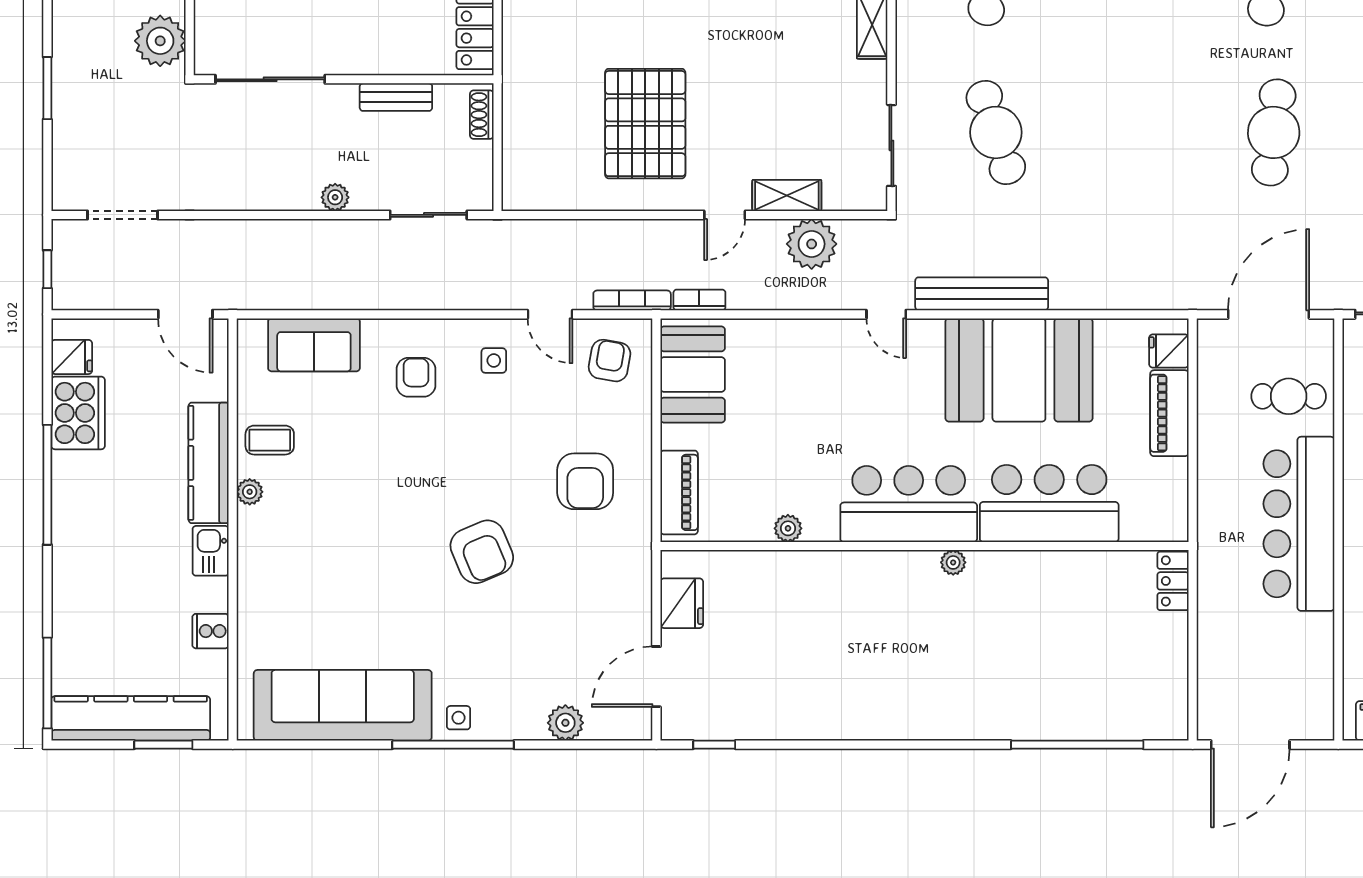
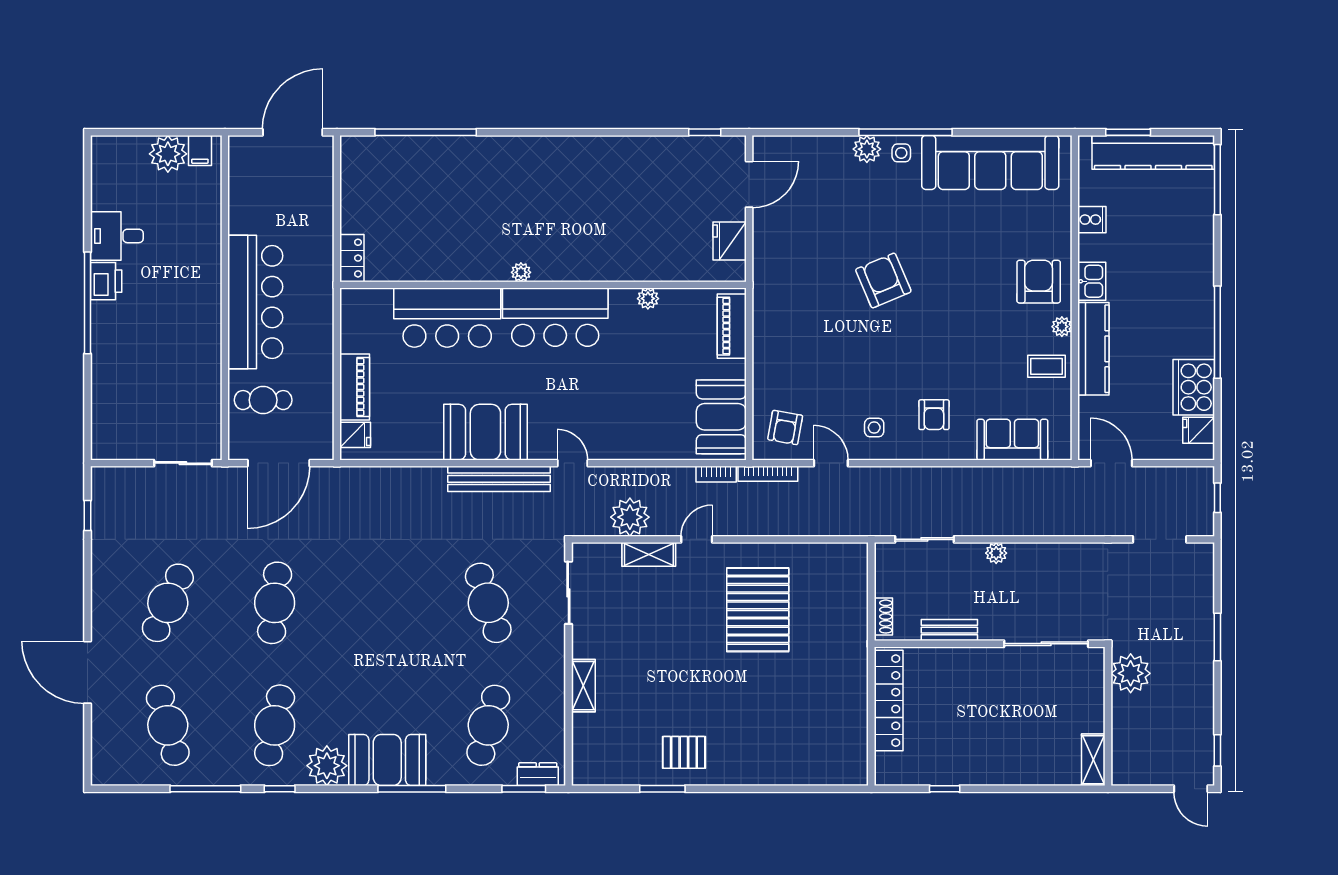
booth: (1019, 370) -> (485, 432), width x0.73, depth x0.70
armchair: (585, 481) -> (1039, 282), moved
plant: (565, 723) -> (867, 149), moved

